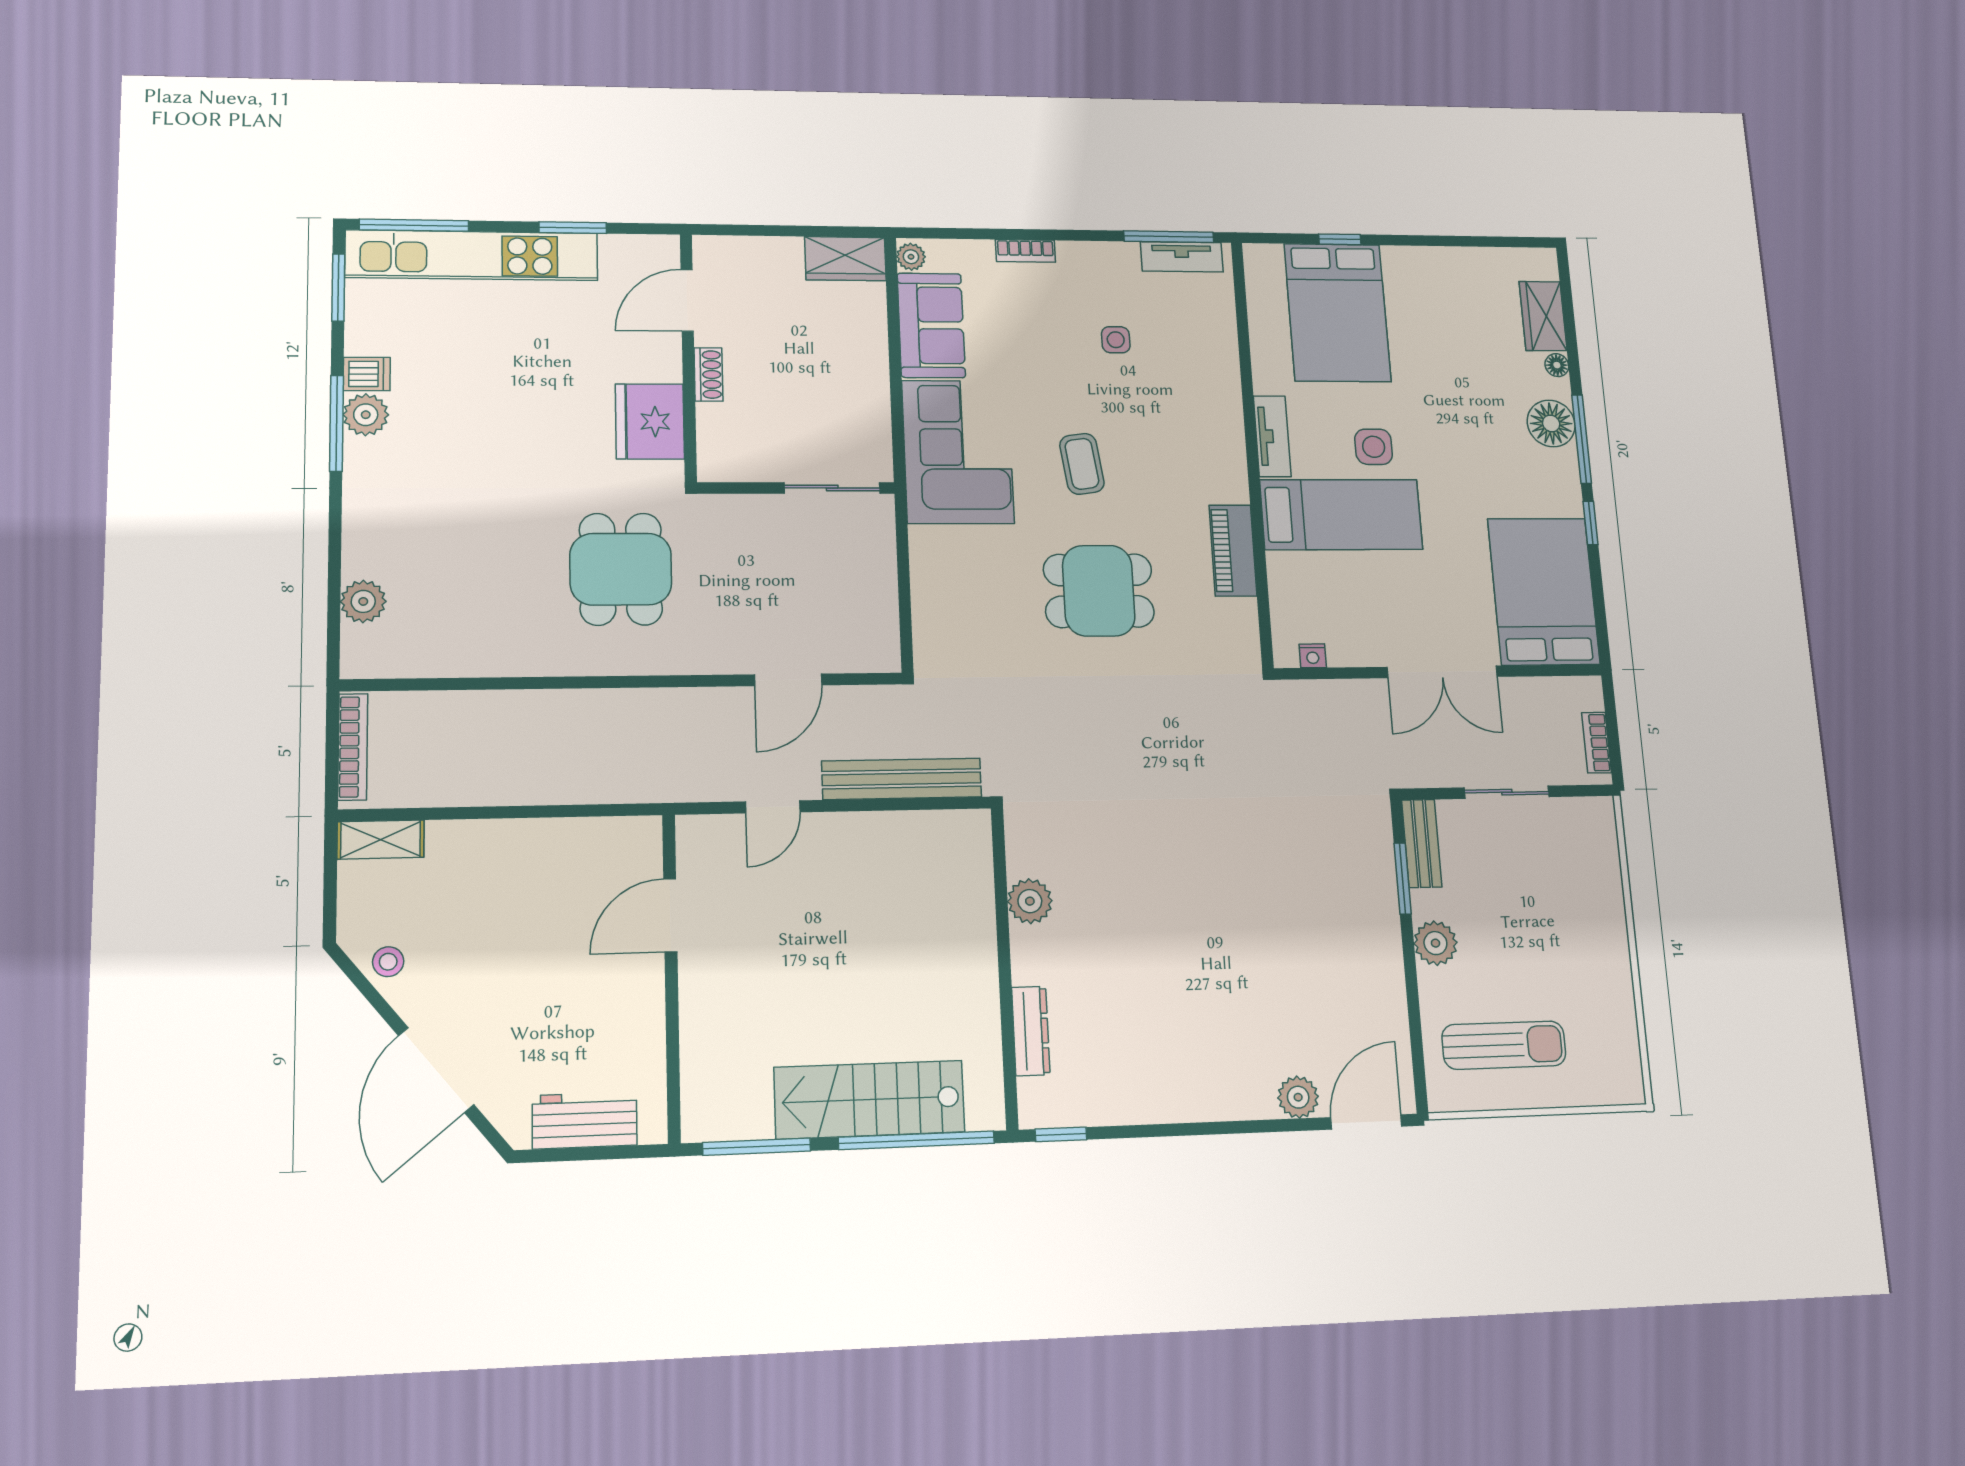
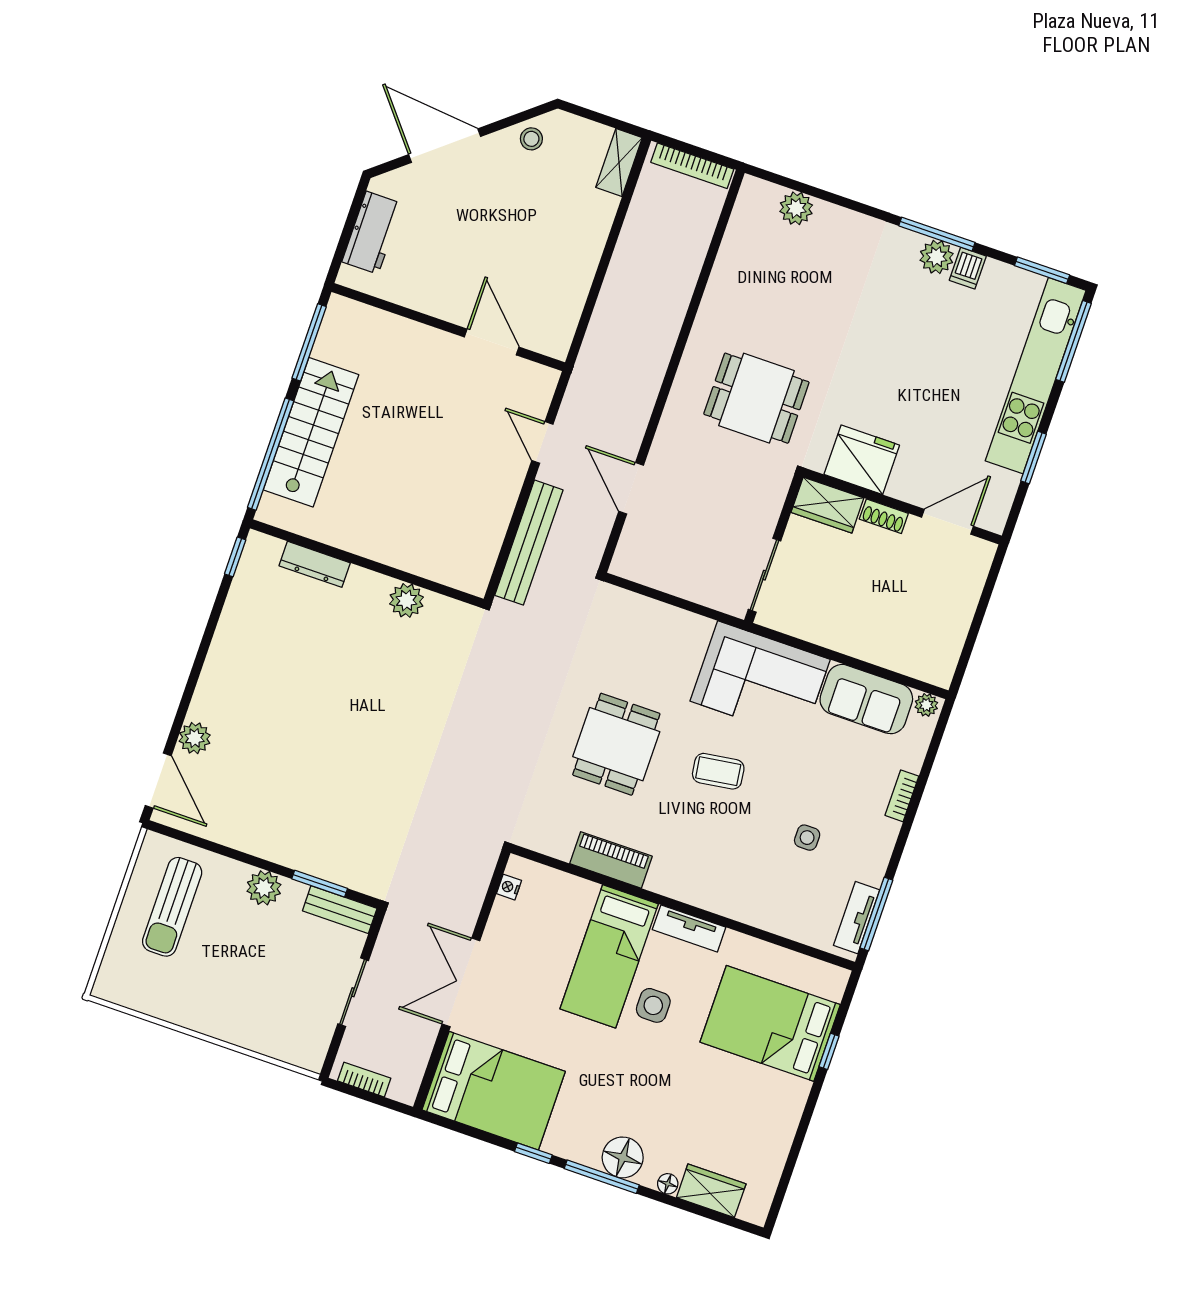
wardrobe: (845, 259) -> (827, 505), moved, turned -90
door: (687, 300) -> (947, 522), hinge flipped

